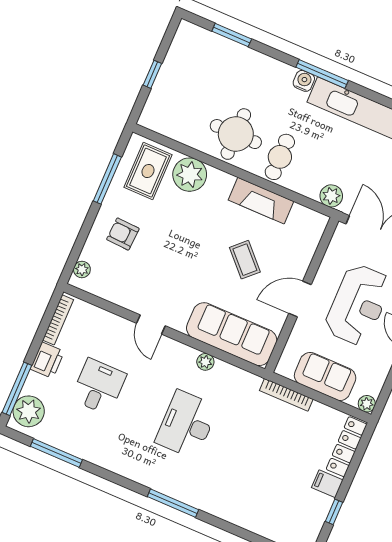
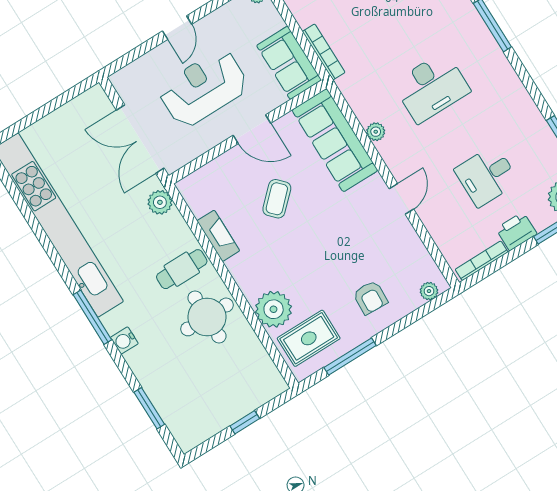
water cooler: (304, 81) -> (124, 340), moved
fireplace: (261, 201) -> (218, 236), width x0.73, depth x0.76
sofa: (325, 376) -> (289, 63), moved

